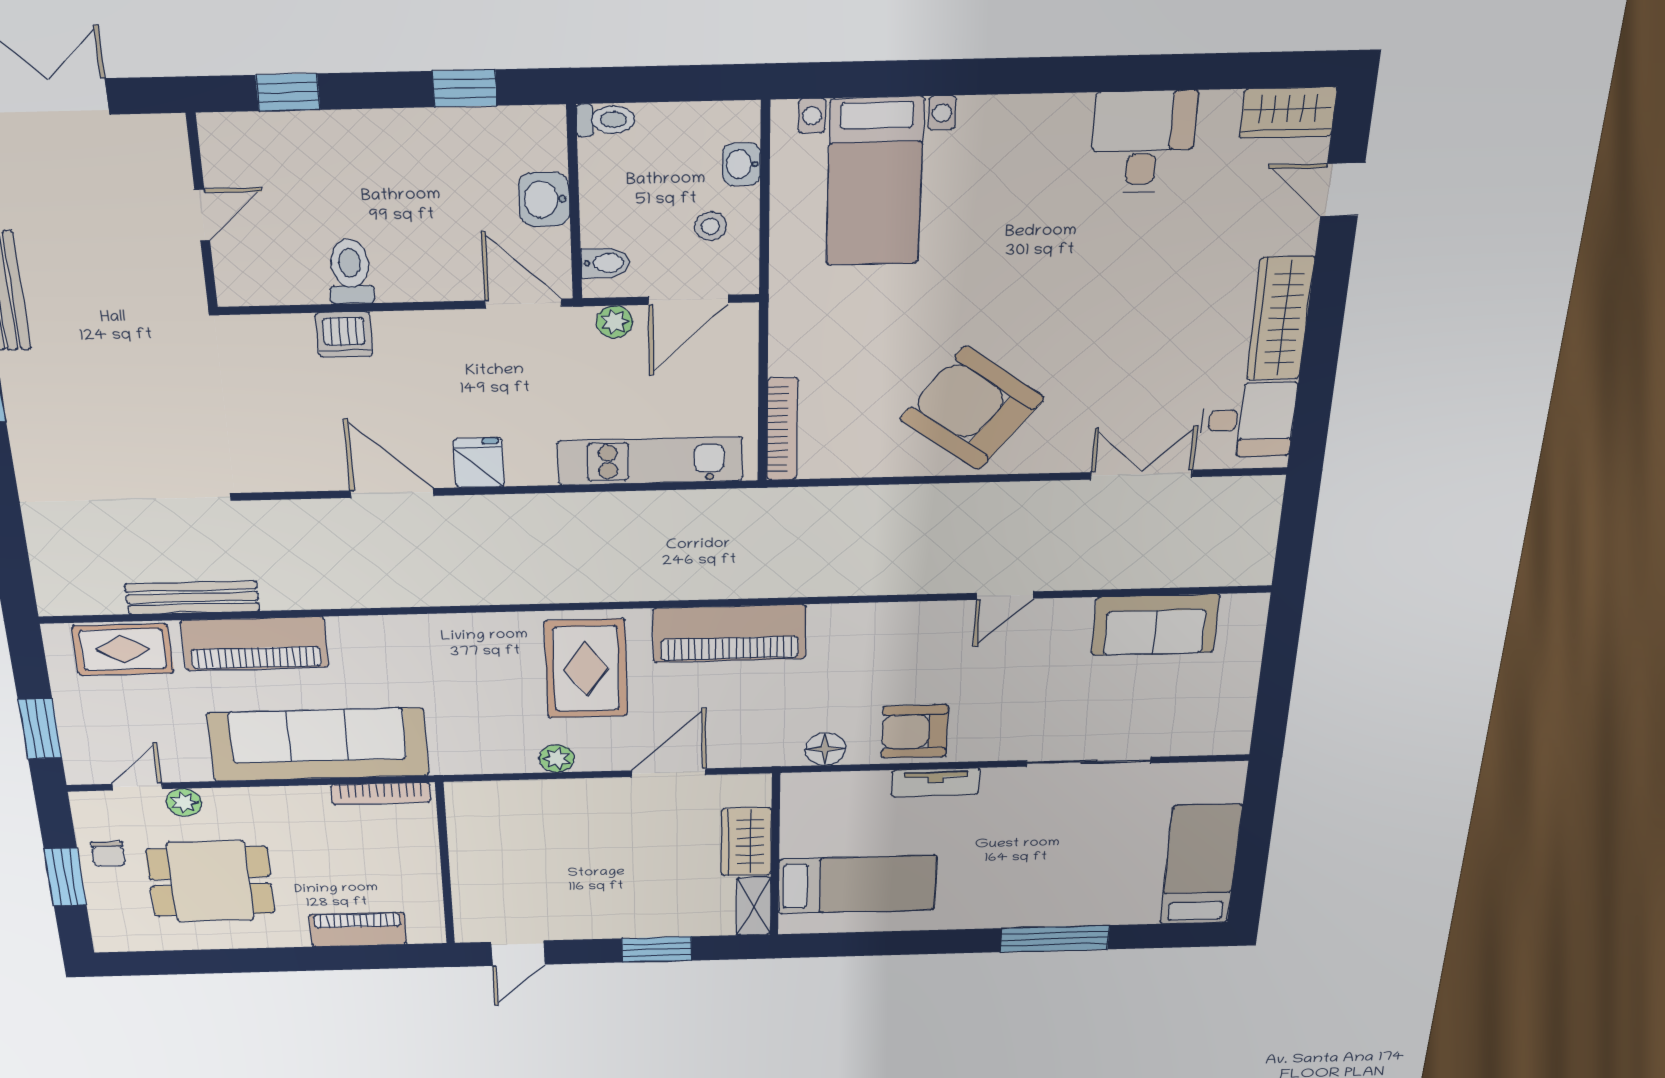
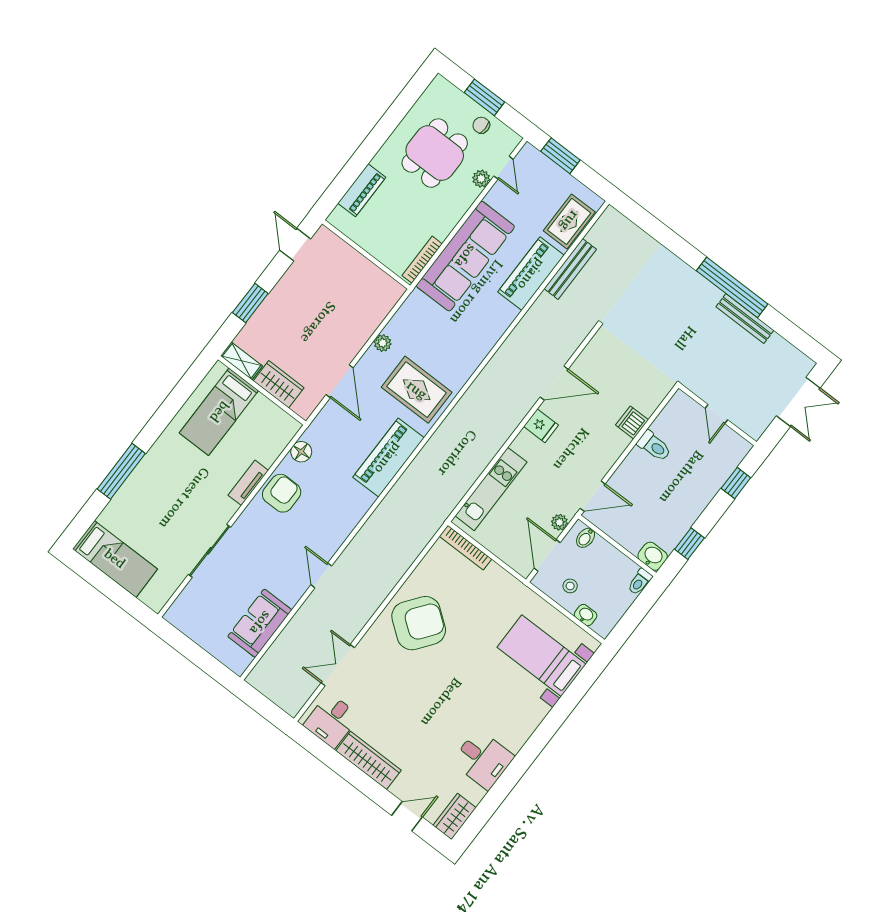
washbasin: (544, 199) -> (653, 556), moved
double door: (1142, 475) -> (338, 665), swing flipped

